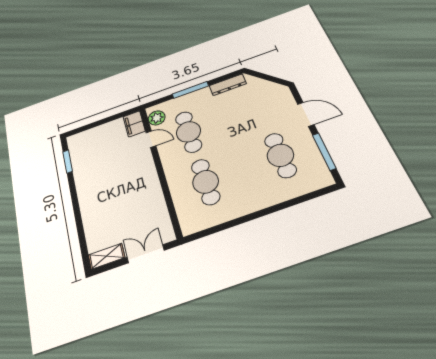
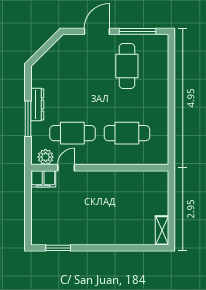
dresser: (228, 85) -> (37, 104), moved
cafe table: (280, 155) -> (127, 66), turned 90
double door: (146, 254) -> (171, 198), removed

